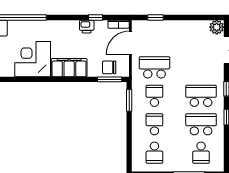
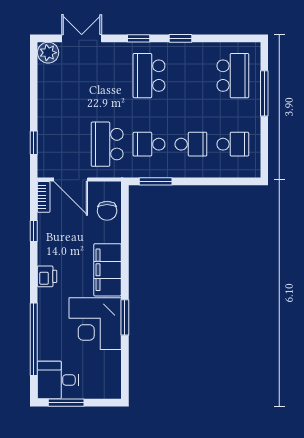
printer: (87, 27) -> (47, 276), moved
window: (110, 79) -> (125, 317), moved
school desk: (154, 124) -> (191, 144), turned 180
school desk: (201, 124) -> (191, 76), removed
school desk: (201, 153) -> (233, 76), width x1.85

